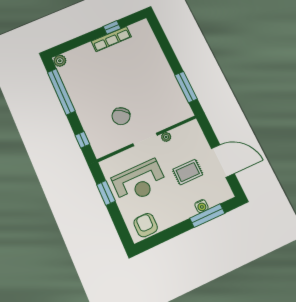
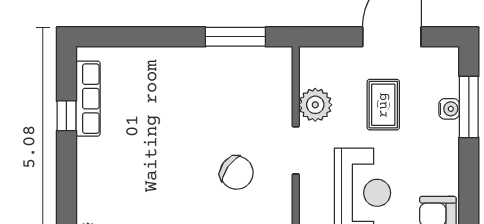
row of seats: (111, 39) -> (88, 99), moved
plant: (166, 137) -> (315, 105), width x1.88, depth x1.88

